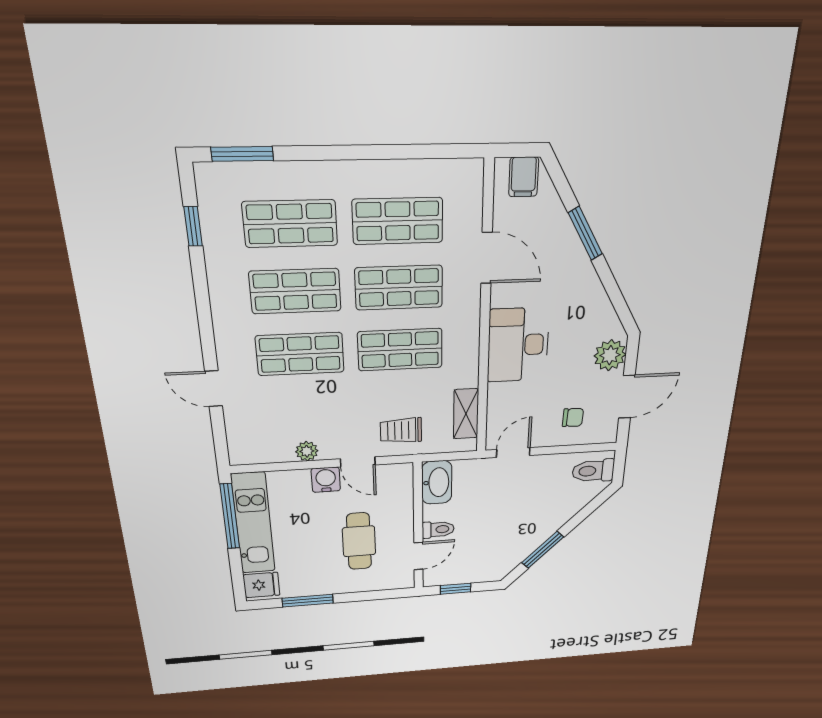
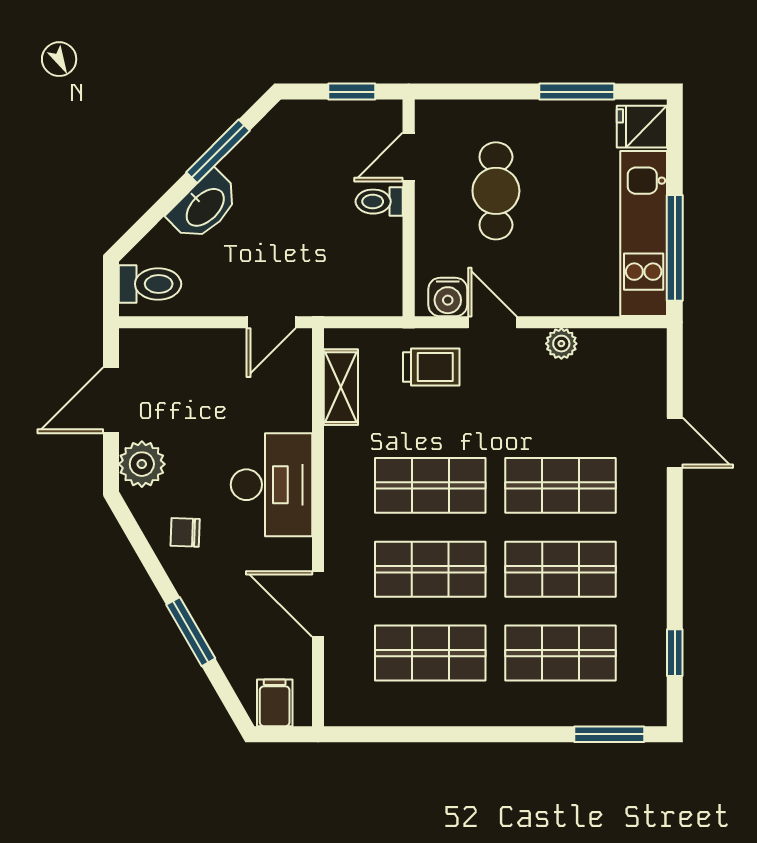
chair: (573, 417) -> (185, 532), moved
water cooler: (326, 480) -> (448, 297), moved
washbasin: (437, 482) -> (204, 206), moved, turned -135

